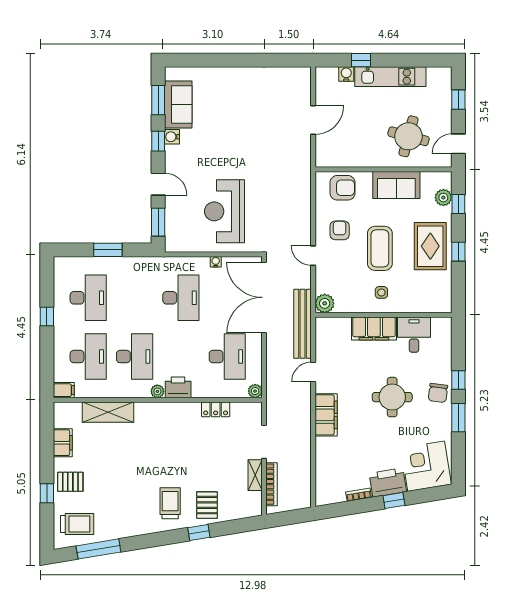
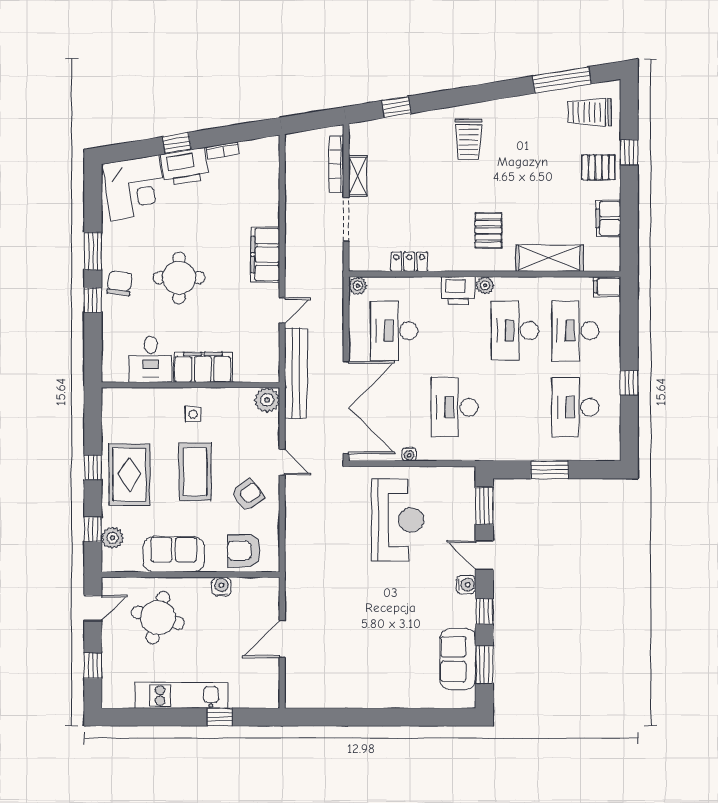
water cooler: (346, 74) -> (221, 587), moved, turned 180
water cooler: (172, 137) -> (466, 585), moved
armchair: (340, 230) -> (248, 495), turned -127
pallet: (207, 505) -> (488, 231), moved
window: (199, 532) -> (396, 107), moved

